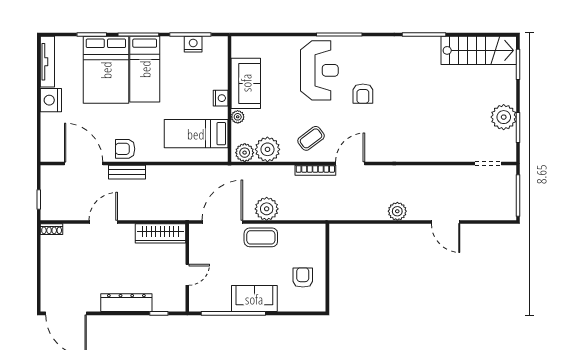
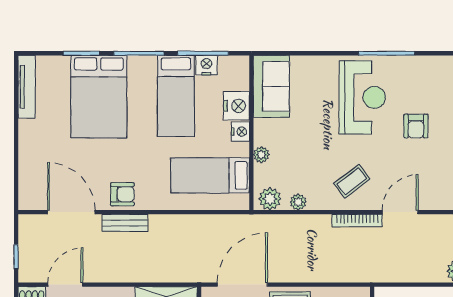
bed: (145, 69) -> (176, 96), moved
sofa: (246, 83) -> (271, 86), moved
nightstand: (51, 100) -> (236, 106), moved, turned 180
armchair: (125, 149) -> (122, 194), turned 180
plant: (267, 149) -> (298, 202), width x0.53, depth x0.53
plant: (267, 209) -> (297, 268), removed
door: (103, 222) -> (65, 285), moved

